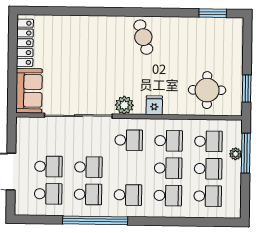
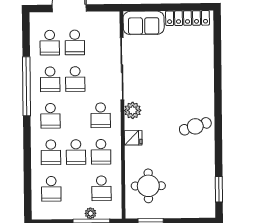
school desk: (208, 169) -> (76, 189), removed

